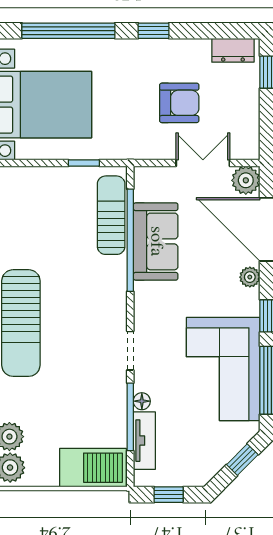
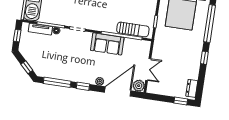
armchair: (179, 103) -> (174, 64), removed
sofa: (156, 241) -> (107, 44), moved
corner sofa: (223, 369) -> (64, 65), removed

